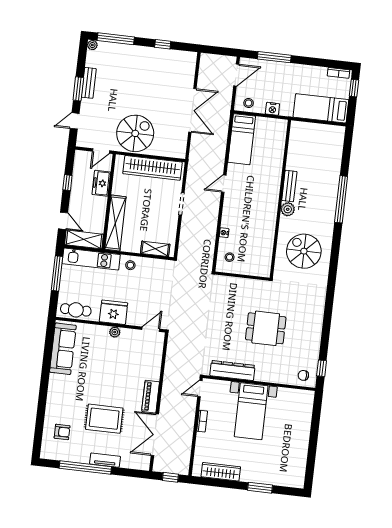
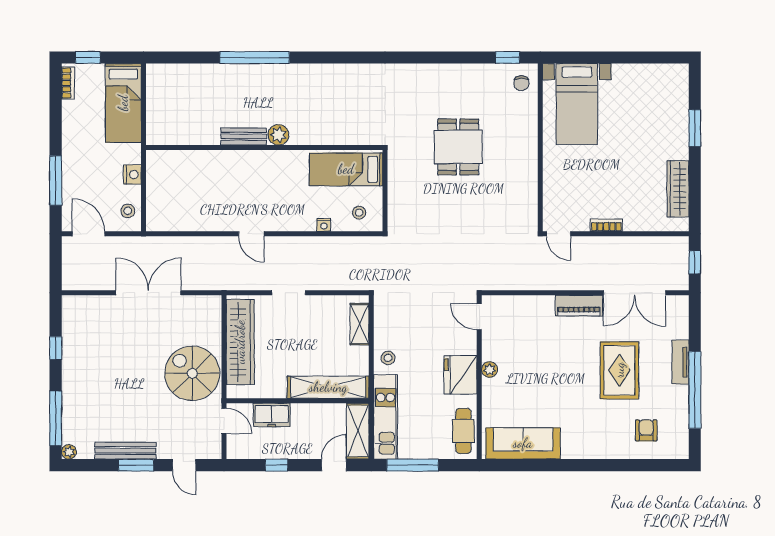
bench: (89, 83) -> (125, 451), width x1.36
bed: (242, 139) -> (346, 169), moved, turned 180
spiral stairs: (304, 251) -> (338, 104), removed
dresser: (232, 370) -> (526, 189), removed
bed with nightstands: (251, 411) -> (577, 104), moved, turned 90

